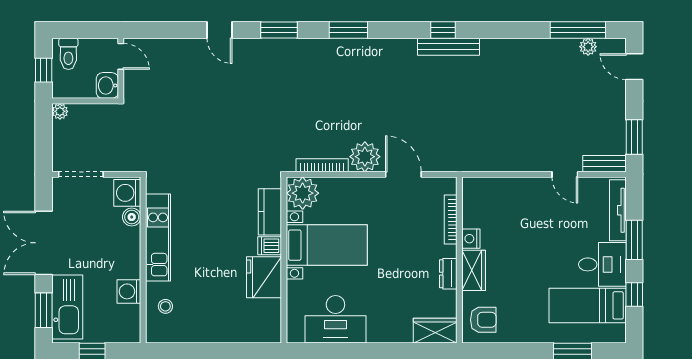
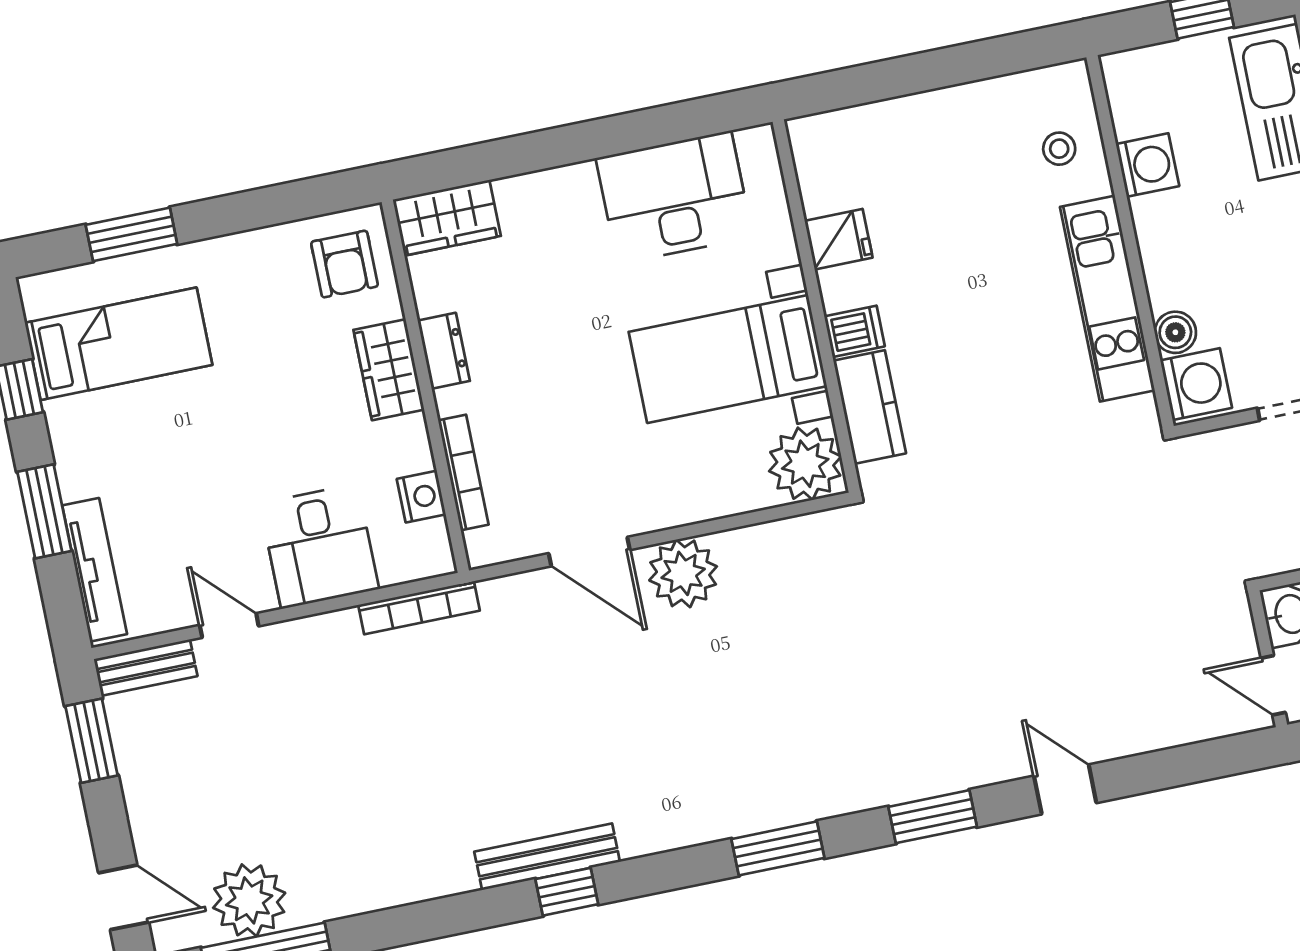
plant: (588, 47) -> (249, 900), width x1.87, depth x1.87
bookcase: (322, 165) -> (419, 608), moved
nightstand: (471, 239) -> (421, 497), moved
desk: (602, 264) -> (319, 546), moved, turned -90
fridge: (264, 277) -> (839, 239), width x0.53, depth x0.75
armchair: (483, 320) -> (344, 264), turned -90

